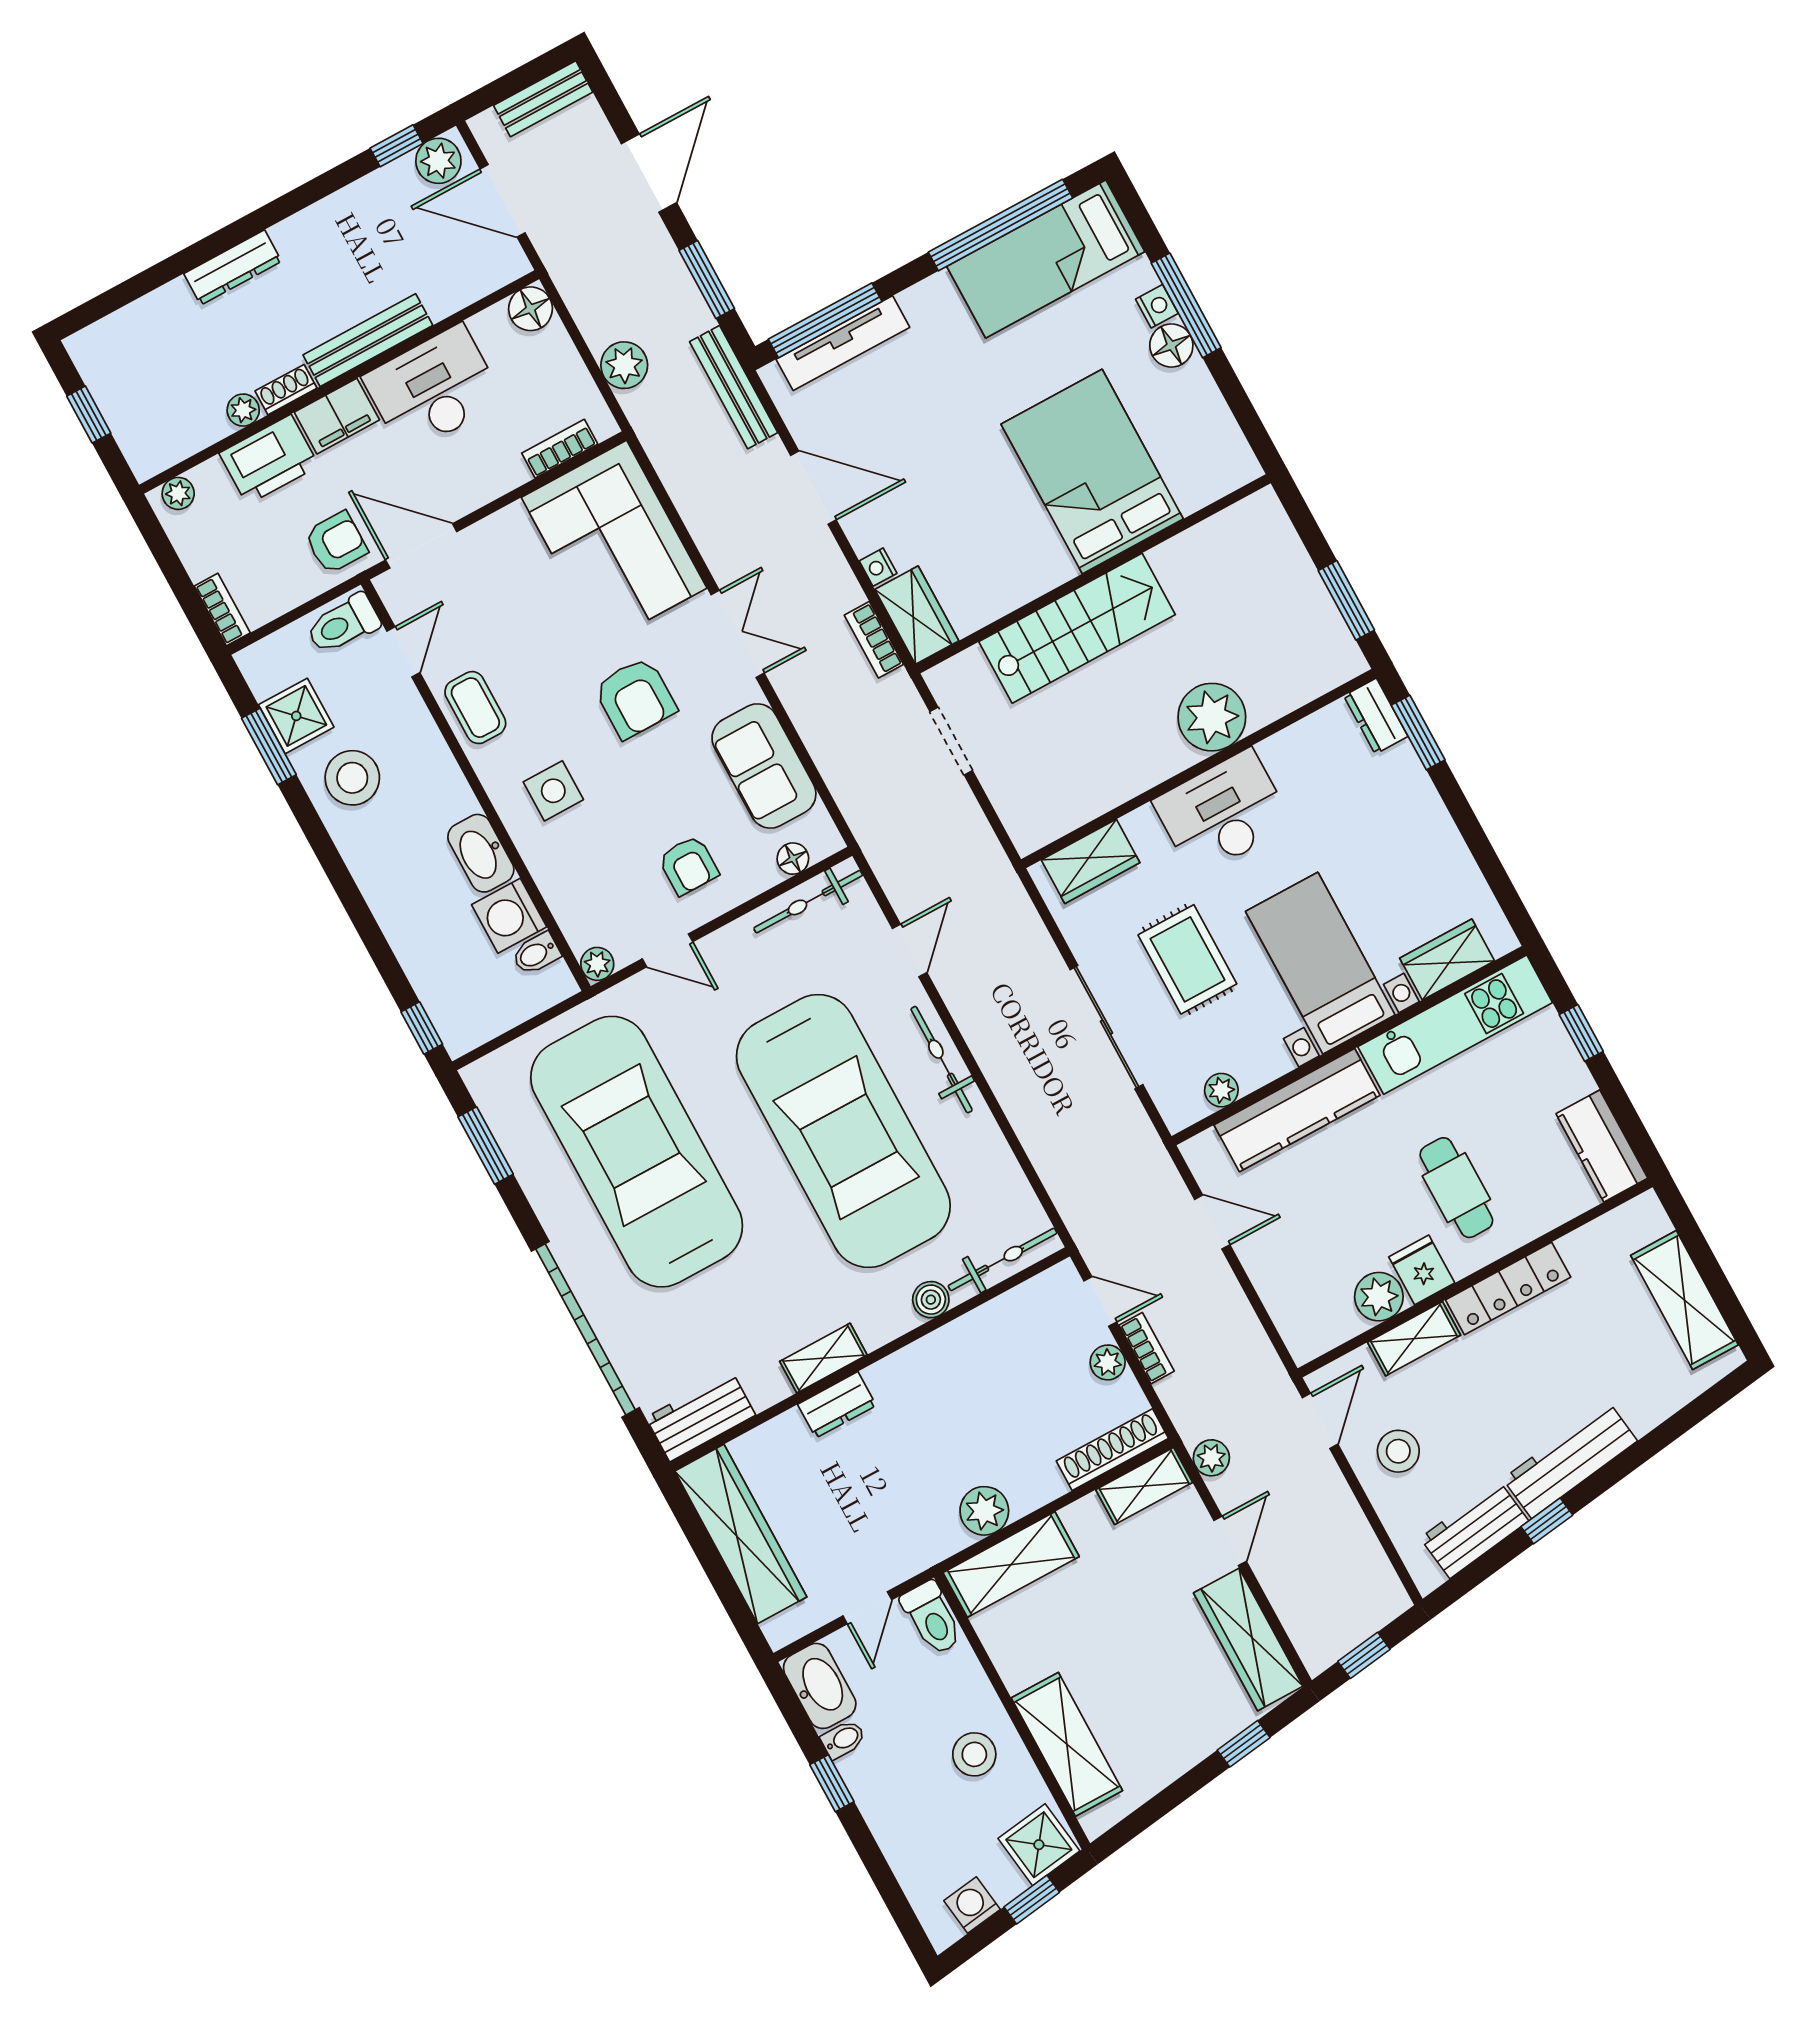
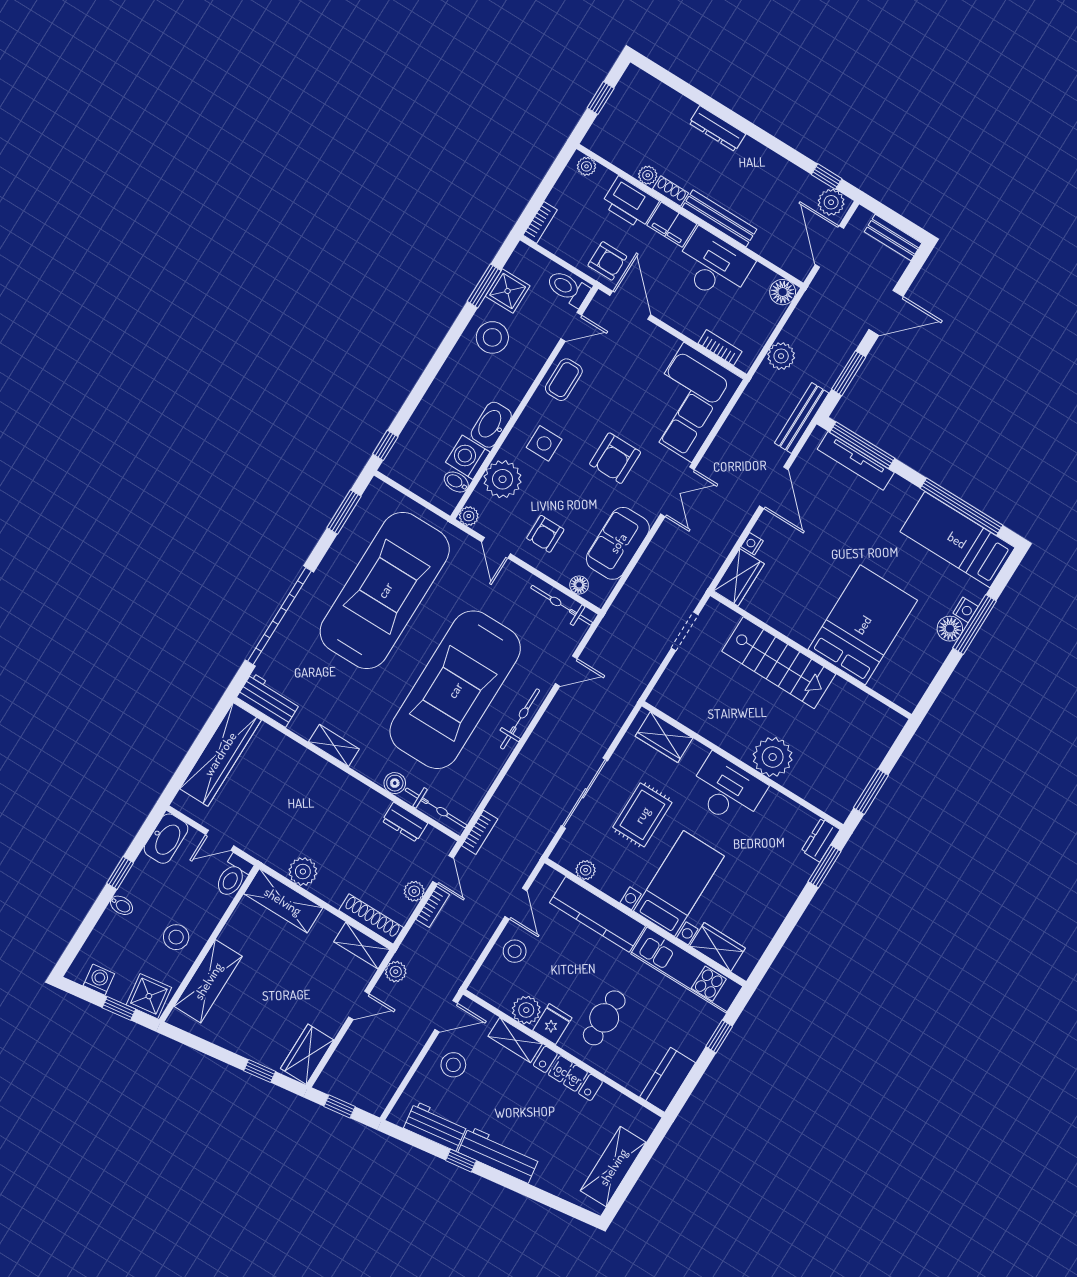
bookcase: (874, 640) -> (480, 832), moved, turned 180
plant: (571, 883) -> (503, 479), added
stool: (1282, 1264) -> (515, 951), added
dresser: (837, 1405) -> (405, 822), moved
wardrobe: (1248, 1639) -> (307, 1054), width x0.67
bidet: (843, 1739) -> (121, 905), moved

